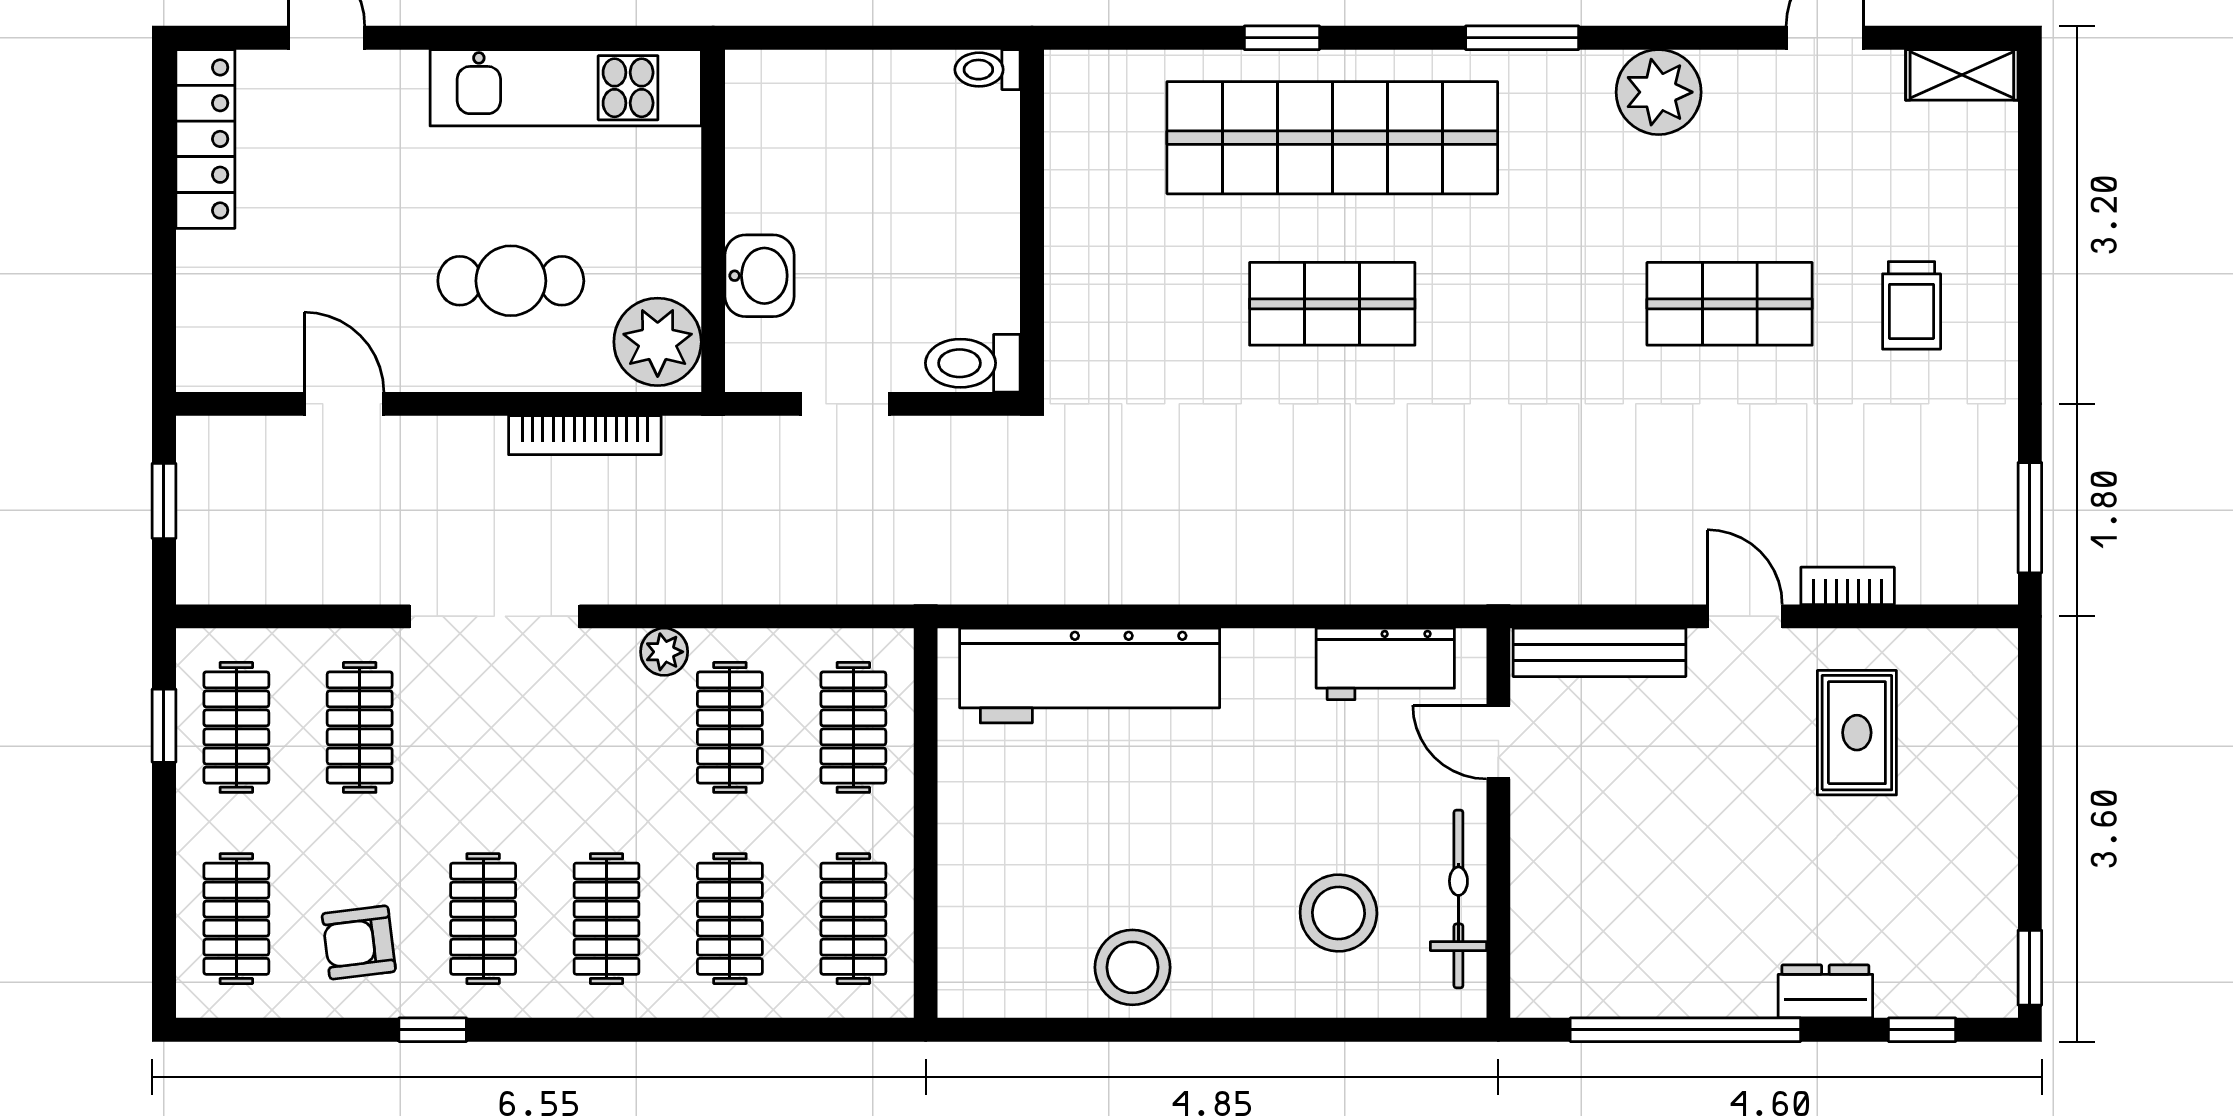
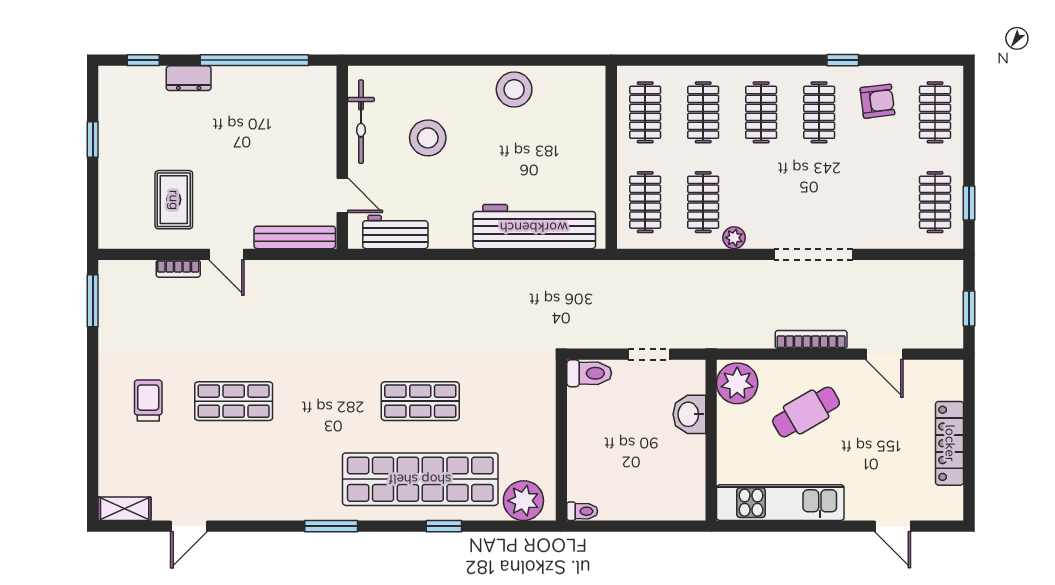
plant: (1659, 92) -> (523, 501), moved
locker: (205, 139) -> (950, 443), moved
cafe table: (511, 281) -> (806, 412), turned -30
bookcase: (585, 435) -> (811, 339), moved
clothes rail: (360, 727) -> (877, 202), removed
stool: (1338, 913) -> (428, 138), moved
window: (2030, 968) -> (93, 139), moved

